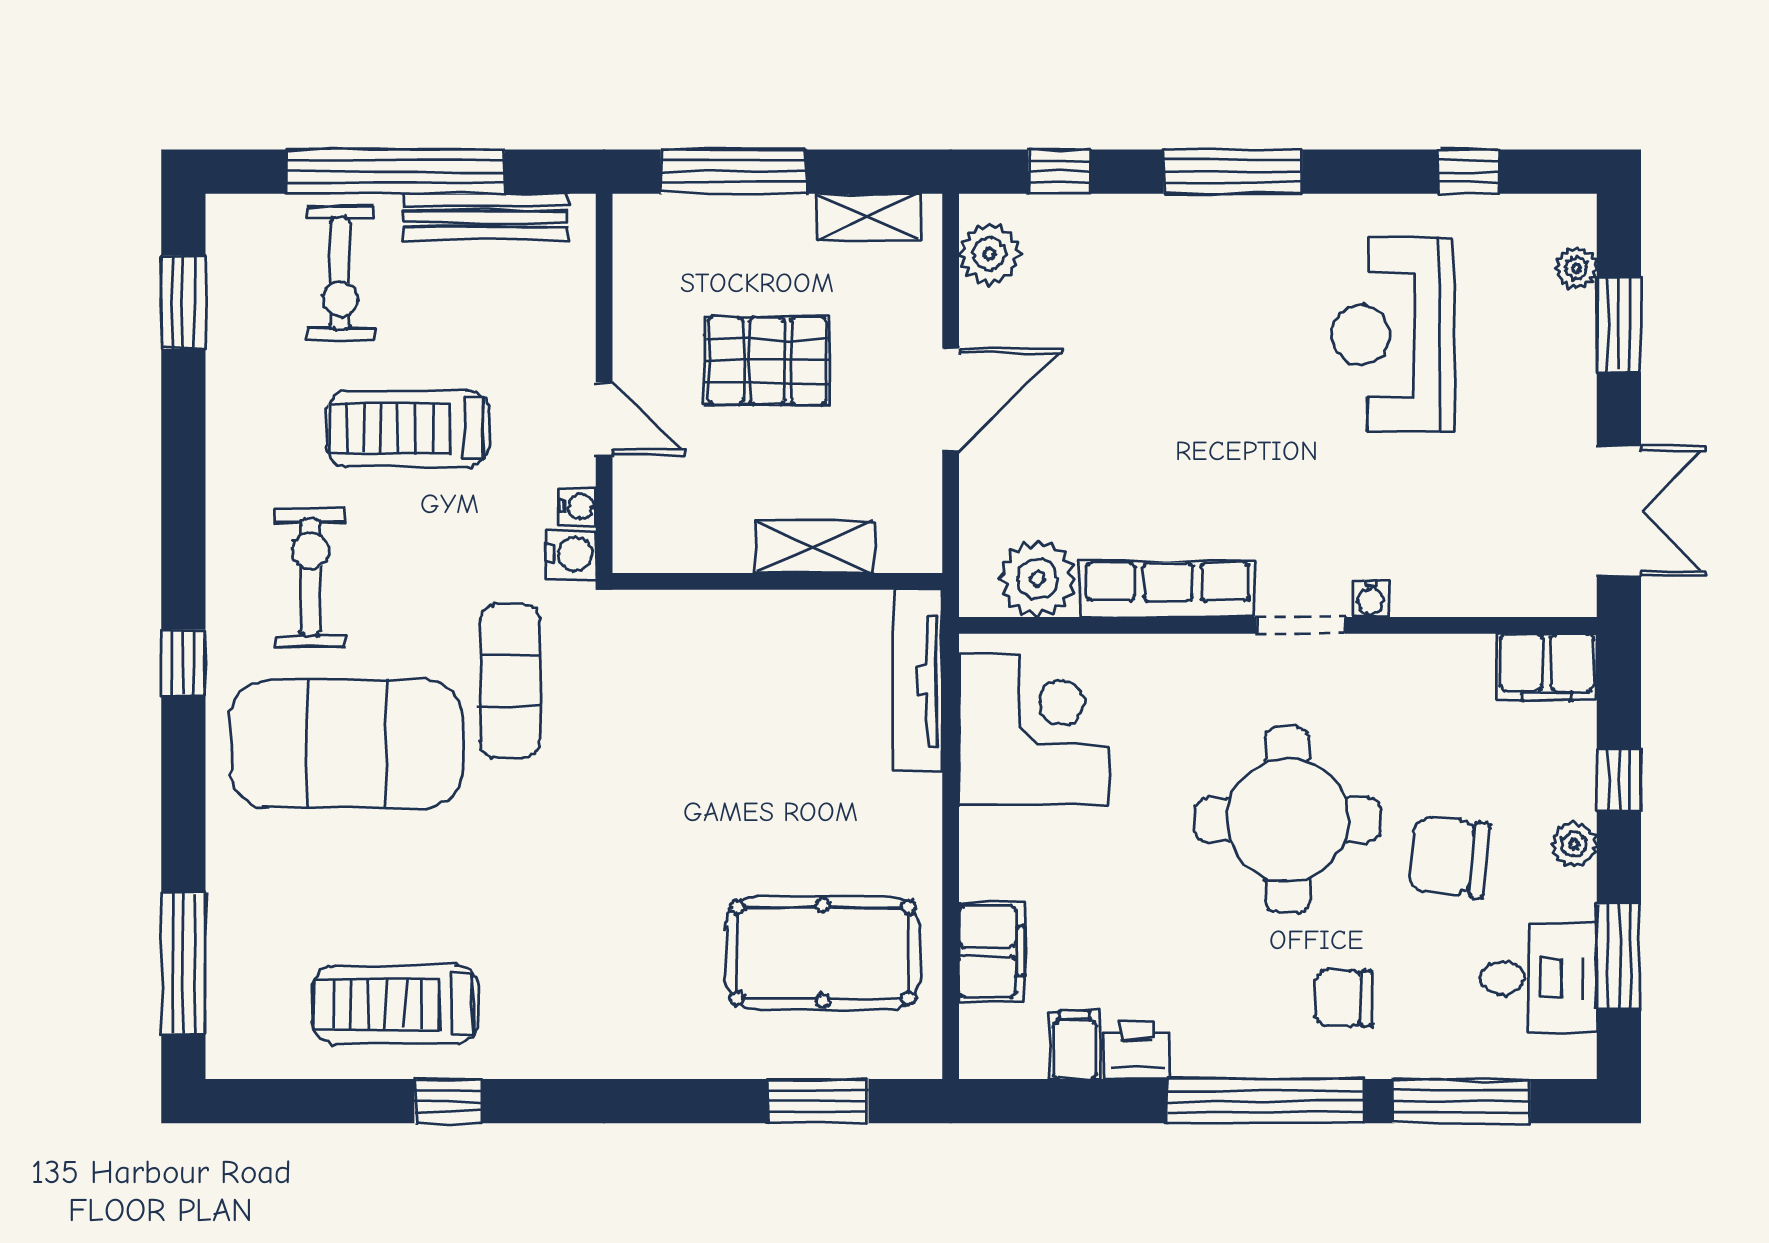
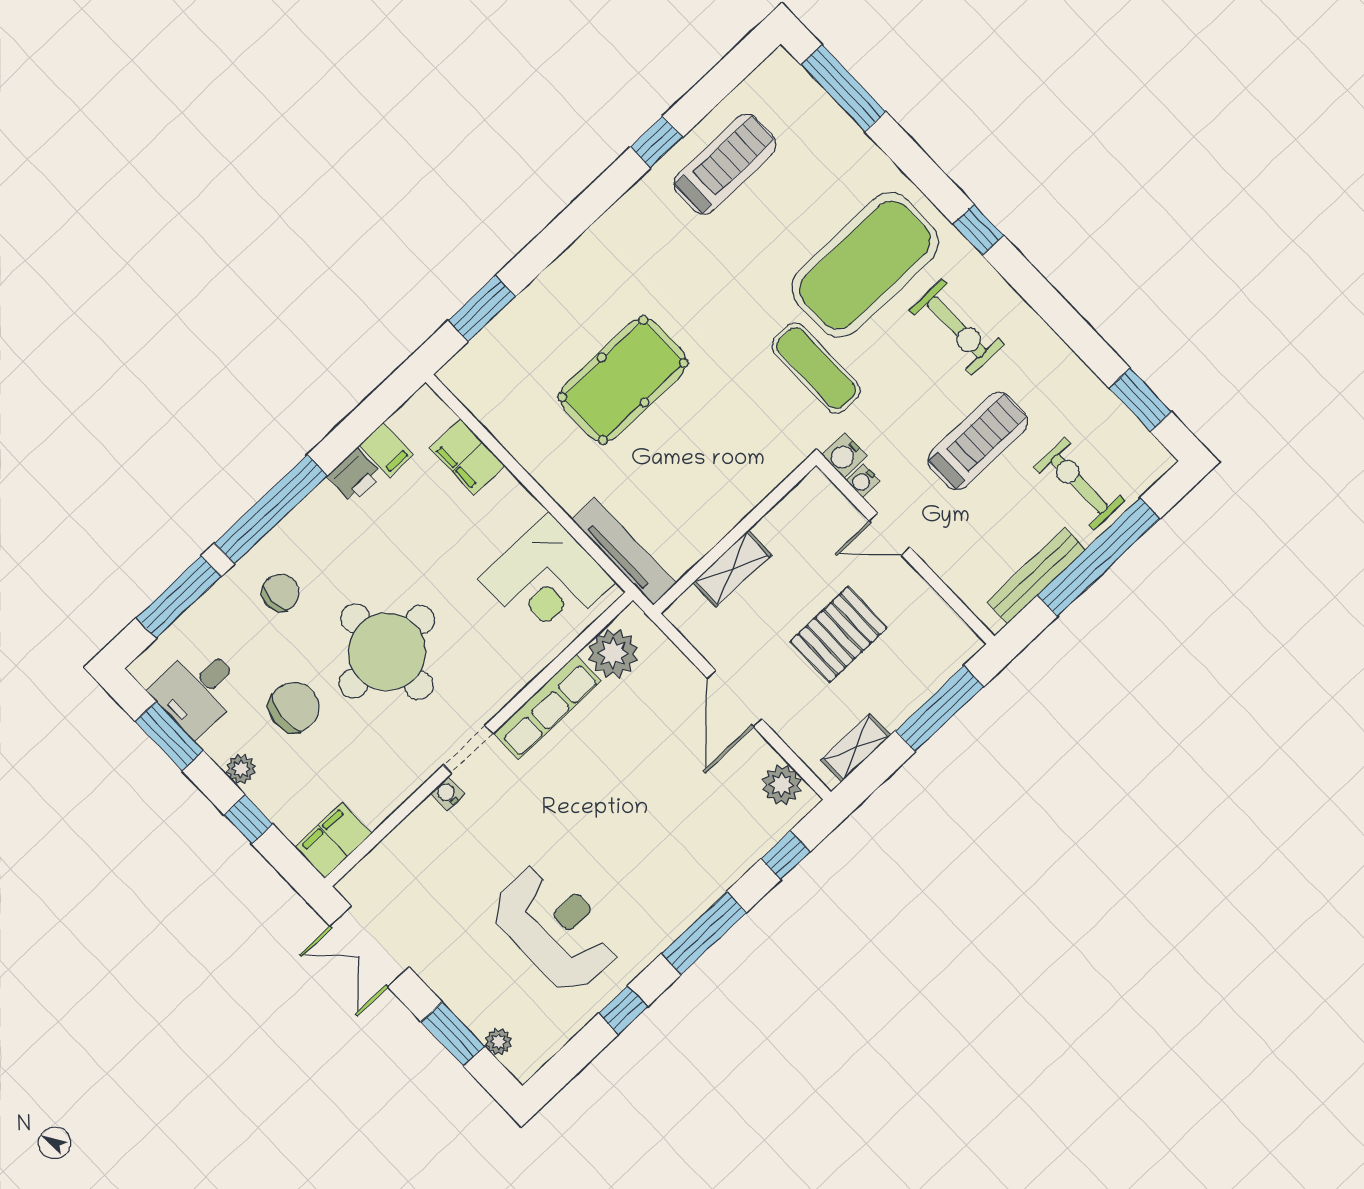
window: (1469, 172) -> (623, 1010), moved
pool table: (823, 953) -> (623, 380), moved

